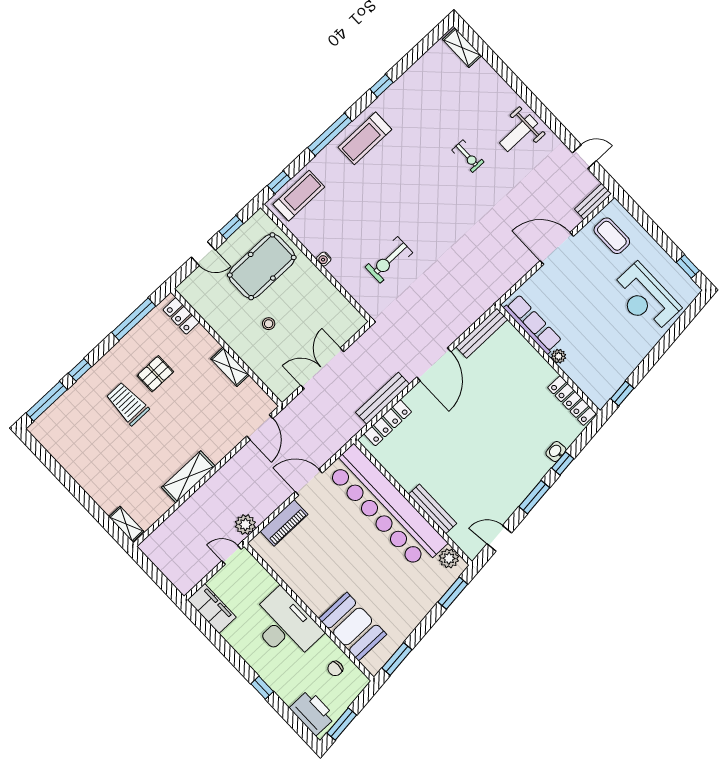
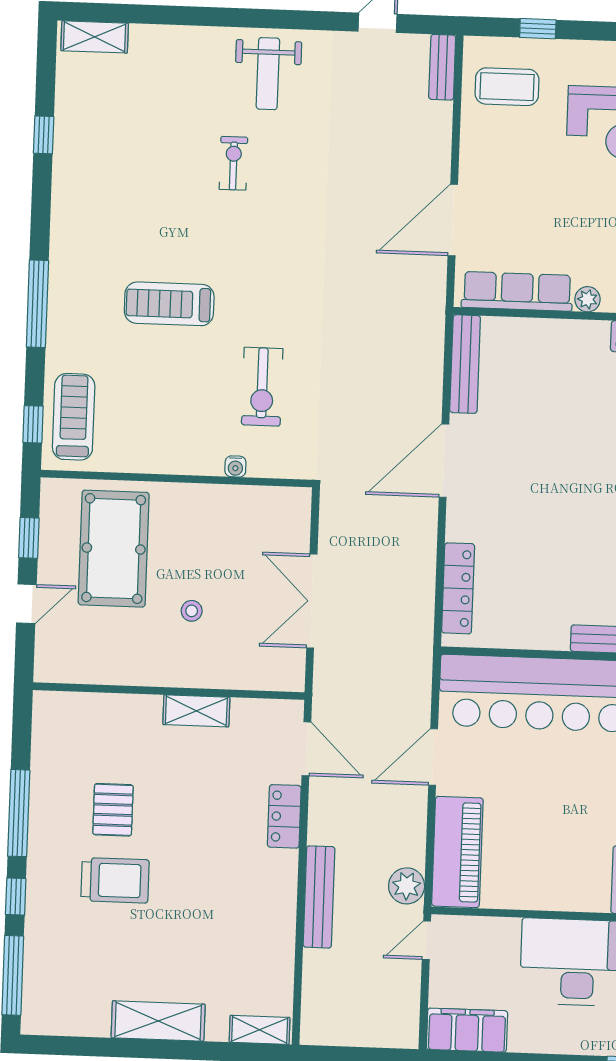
window: (381, 86) -> (44, 135), moved
treadmill: (365, 138) -> (169, 304), moved, turned 90
exercise bike: (468, 156) -> (233, 163), turned -90
window: (648, 224) -> (538, 29), added
door: (557, 248) -> (453, 220), moved
water cooler: (324, 259) -> (235, 466), moved
locker: (181, 316) -> (284, 816), moved, turned 90
window: (134, 319) -> (19, 813), moved
door: (434, 364) -> (444, 461), swing flipped
bench: (383, 398) -> (319, 897), moved
trolley: (127, 404) -> (115, 880), turned 180
shelving: (188, 477) -> (158, 1021), moved, turned 90
piano: (284, 523) -> (457, 852), width x1.37, depth x1.33

